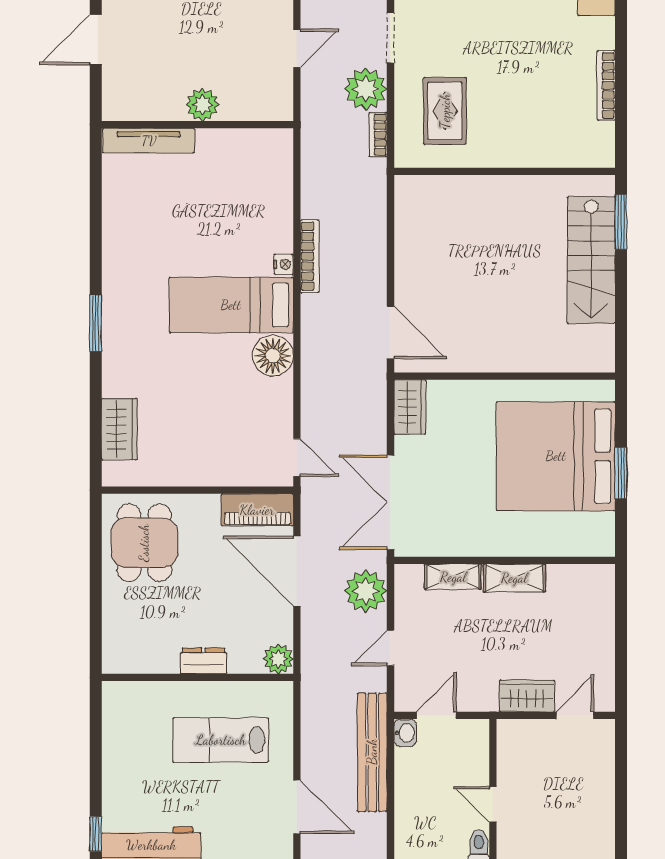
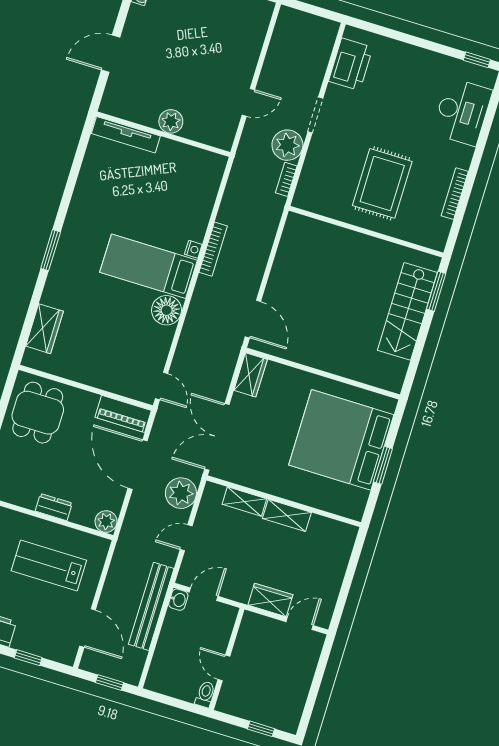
rug: (445, 111) -> (382, 183), moved, width x1.36, depth x1.43

